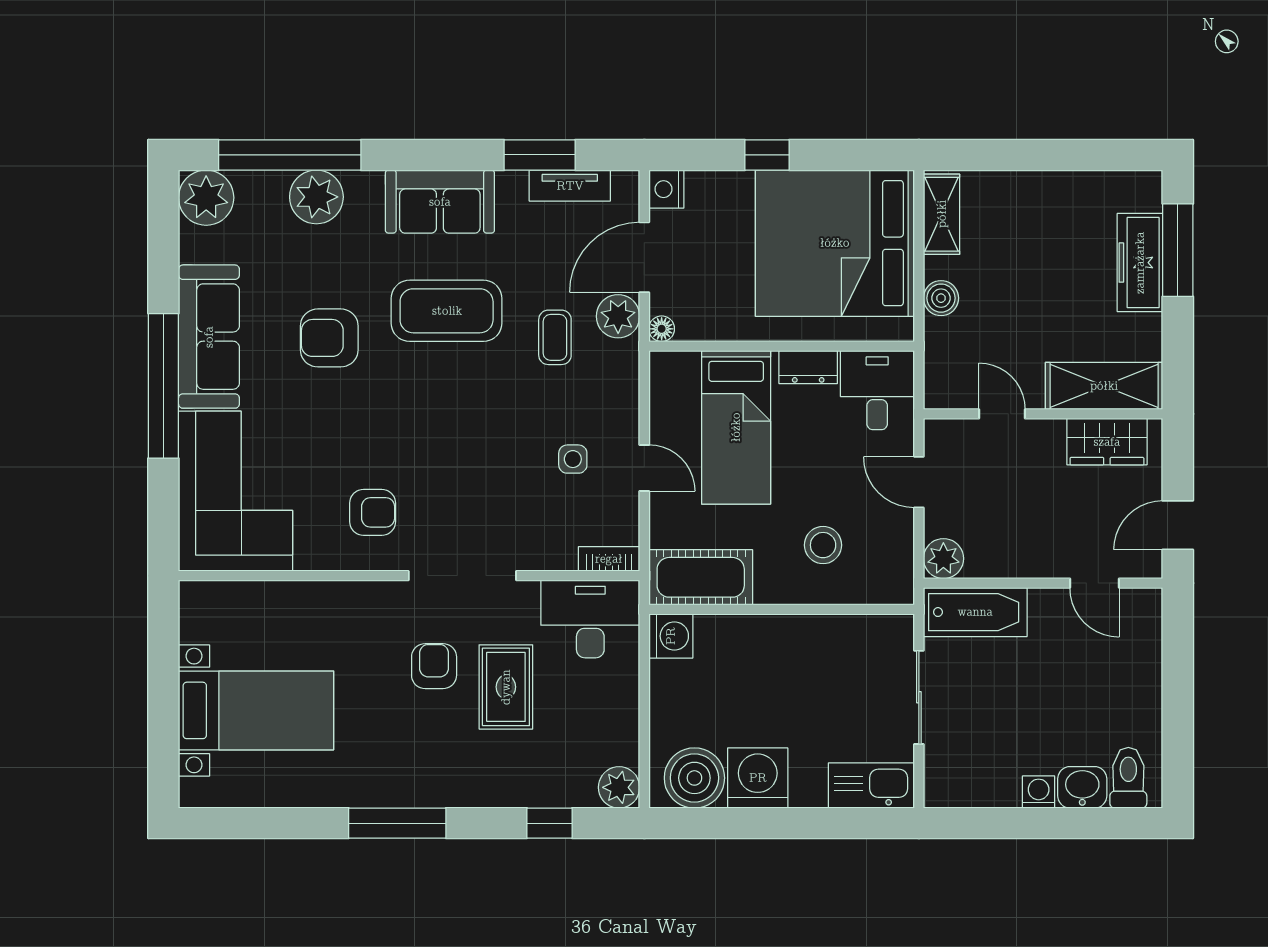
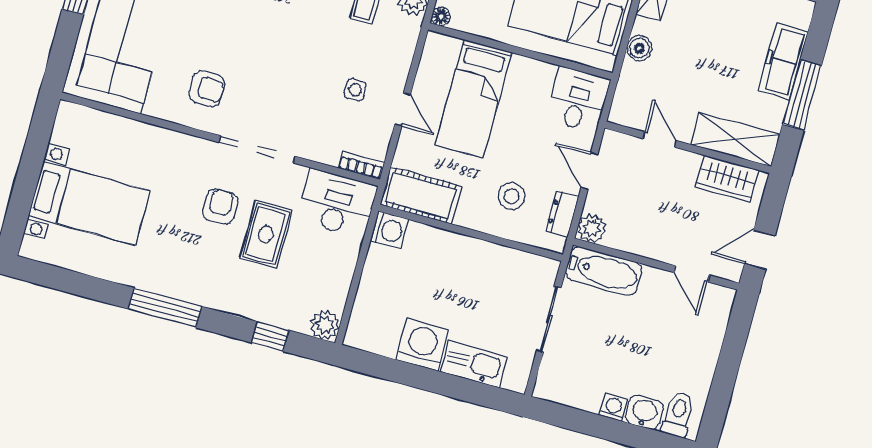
window: (1178, 250) -> (802, 95), moved
dresser: (808, 367) -> (562, 214), moved, turned 90
boiler: (694, 778) -> (379, 333), removed
kitchen sink: (871, 785) -> (473, 364), moved

